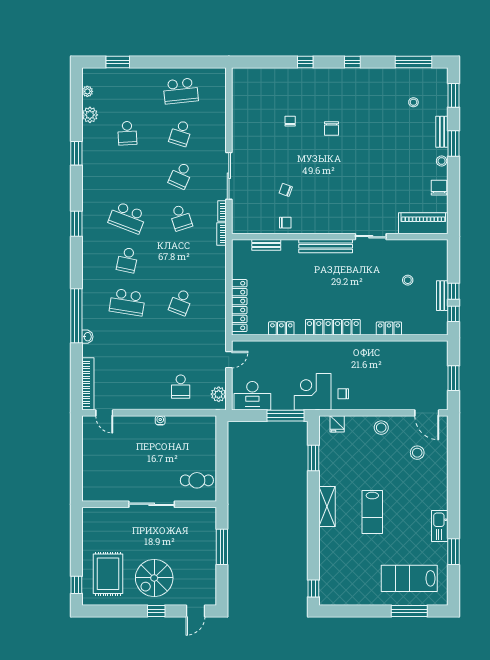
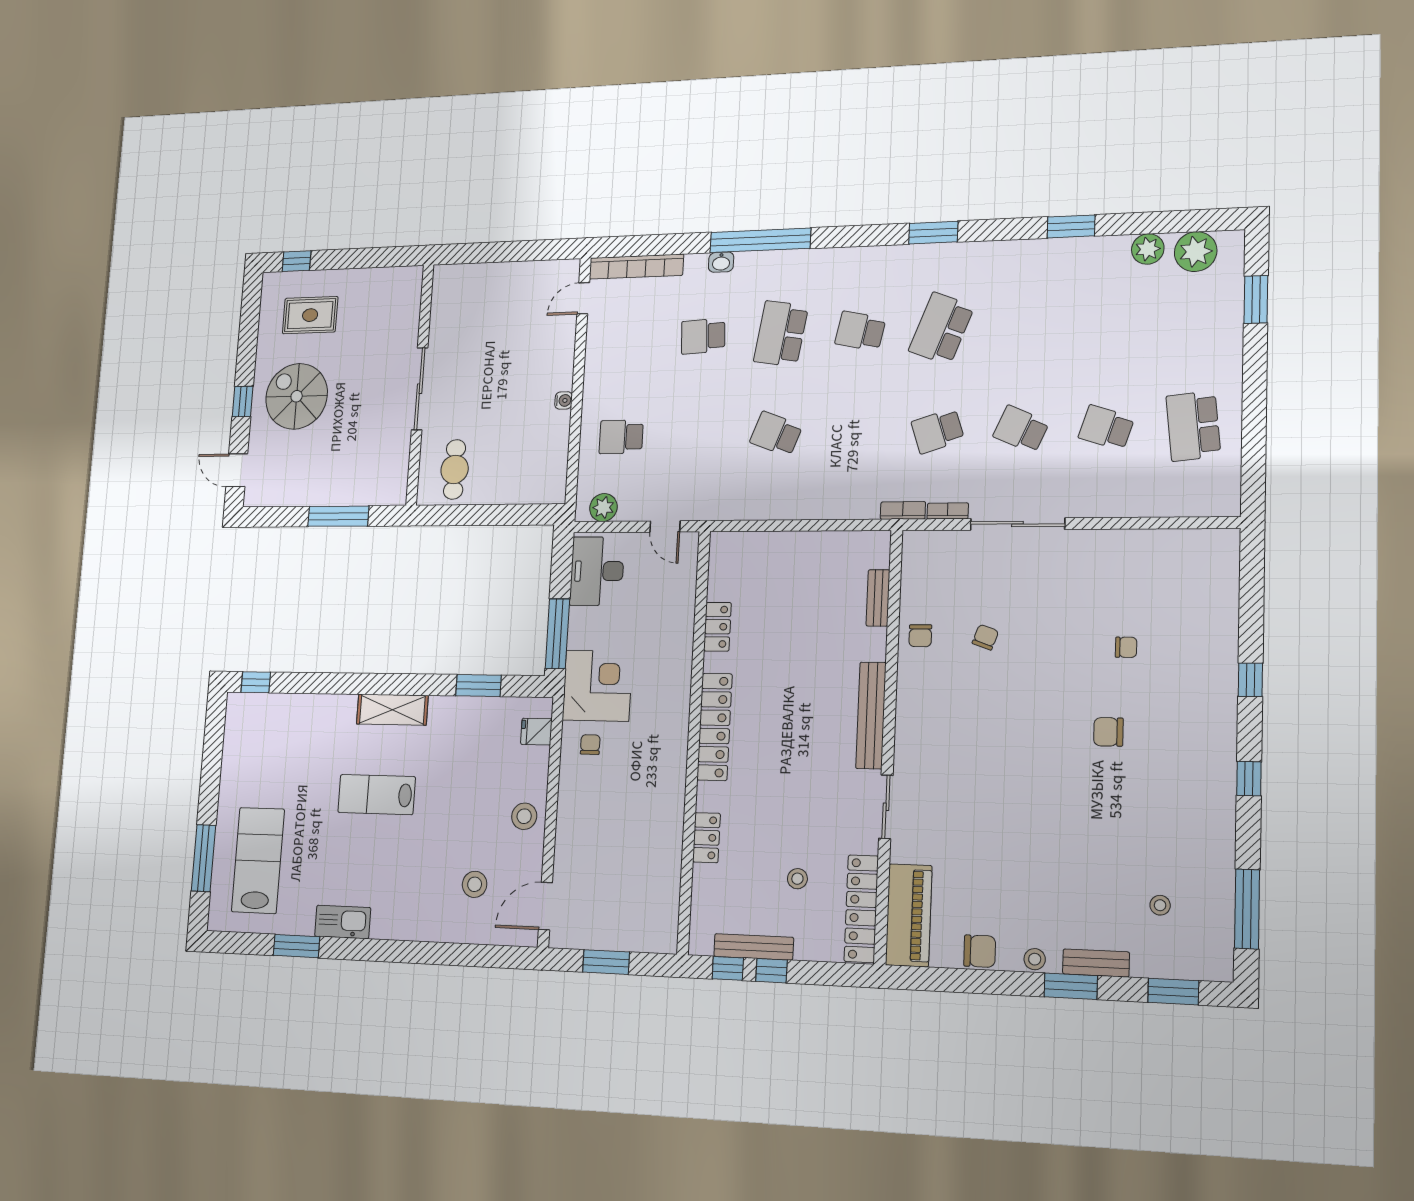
plant: (87, 91) -> (1196, 252), width x1.88, depth x1.88
school desk: (127, 133) -> (703, 336), moved
bench: (442, 296) -> (754, 947), width x1.36
locker: (239, 306) -> (861, 909), moved, turned 90
rug: (108, 574) -> (310, 315), width x0.73, depth x0.70

